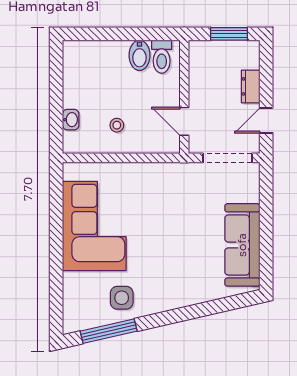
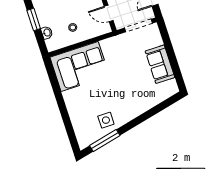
window: (56, 90) -> (34, 19), added
corner sofa: (94, 226) -> (80, 66), moved, turned 90
sofa: (242, 245) -> (160, 64), width x0.73

